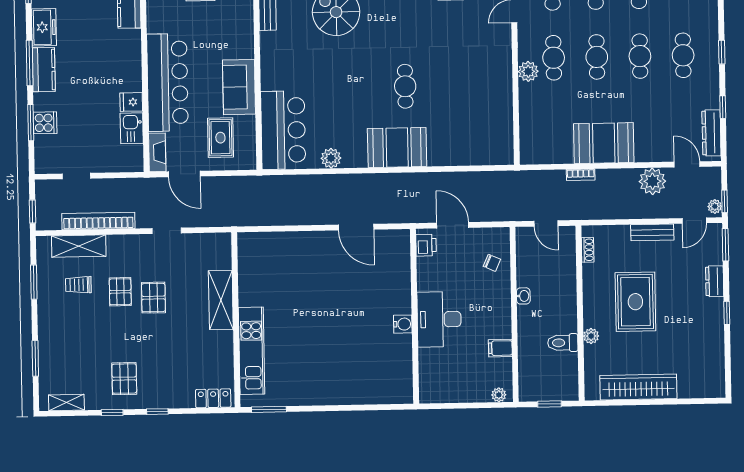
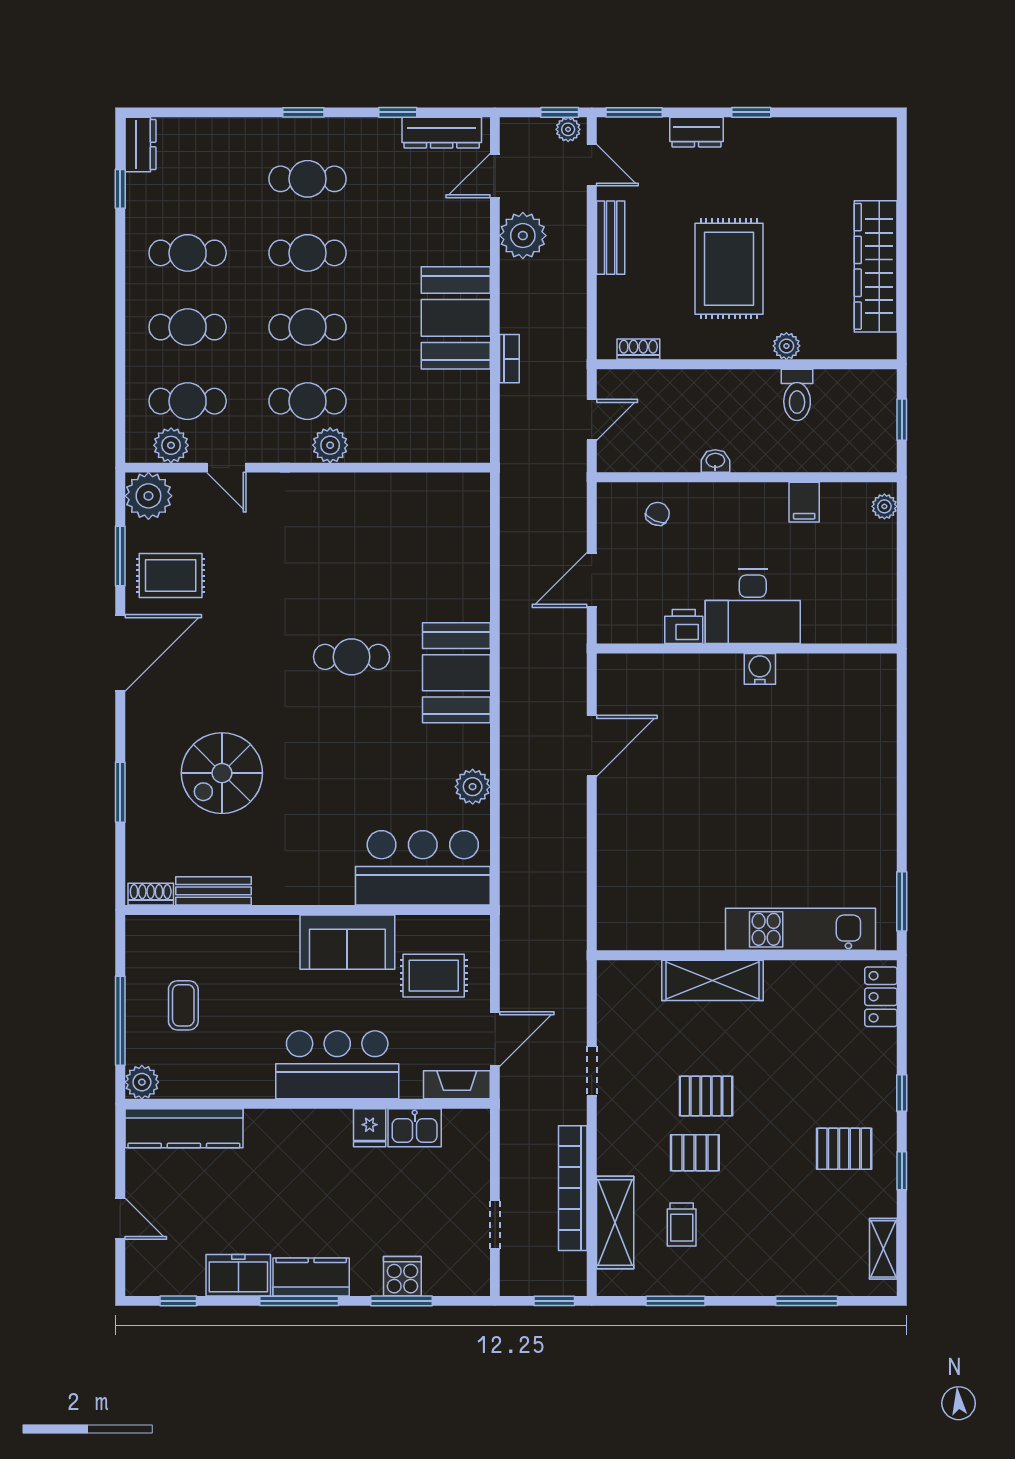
bar counter: (167, 82) -> (337, 1065), width x0.73
printer: (426, 245) -> (684, 626), moved
rug: (635, 302) -> (729, 269), turned 90

